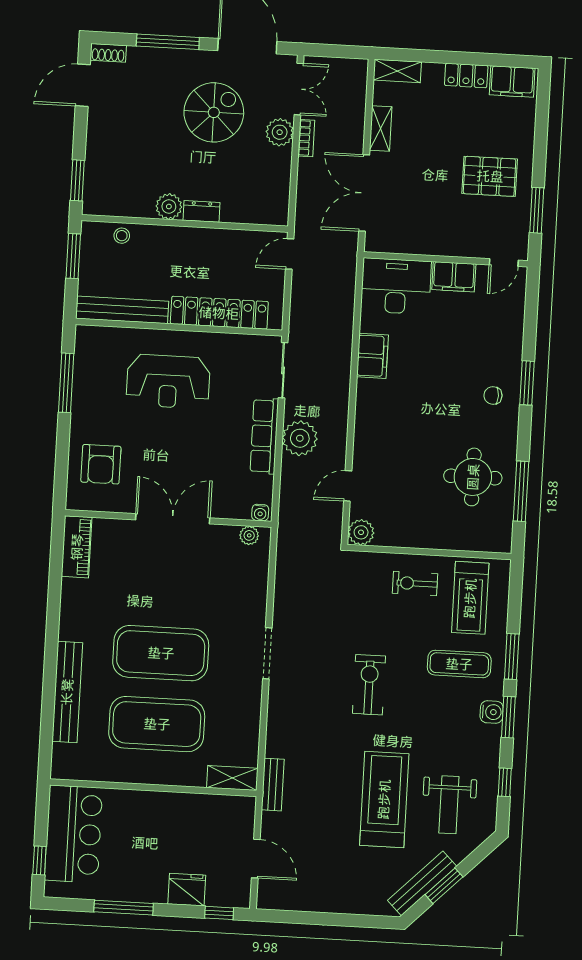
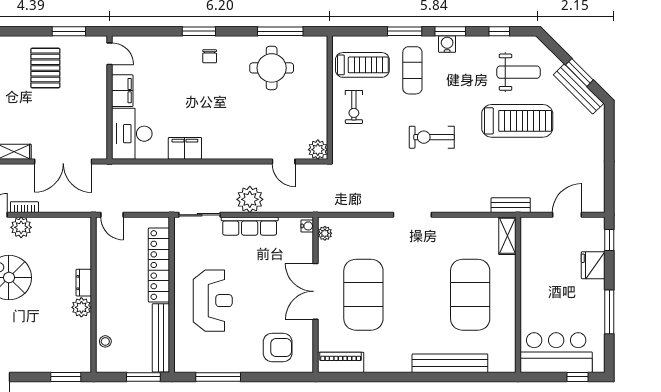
window: (73, 256) -> (143, 377), moved
exercise mat: (161, 653) -> (363, 295), moved
treadmill: (384, 799) -> (517, 121), turned 180

